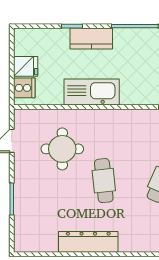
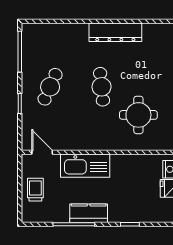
kitchen counter: (91, 39) -> (89, 213), moved
kitchen sink: (92, 92) -> (85, 166), moved

